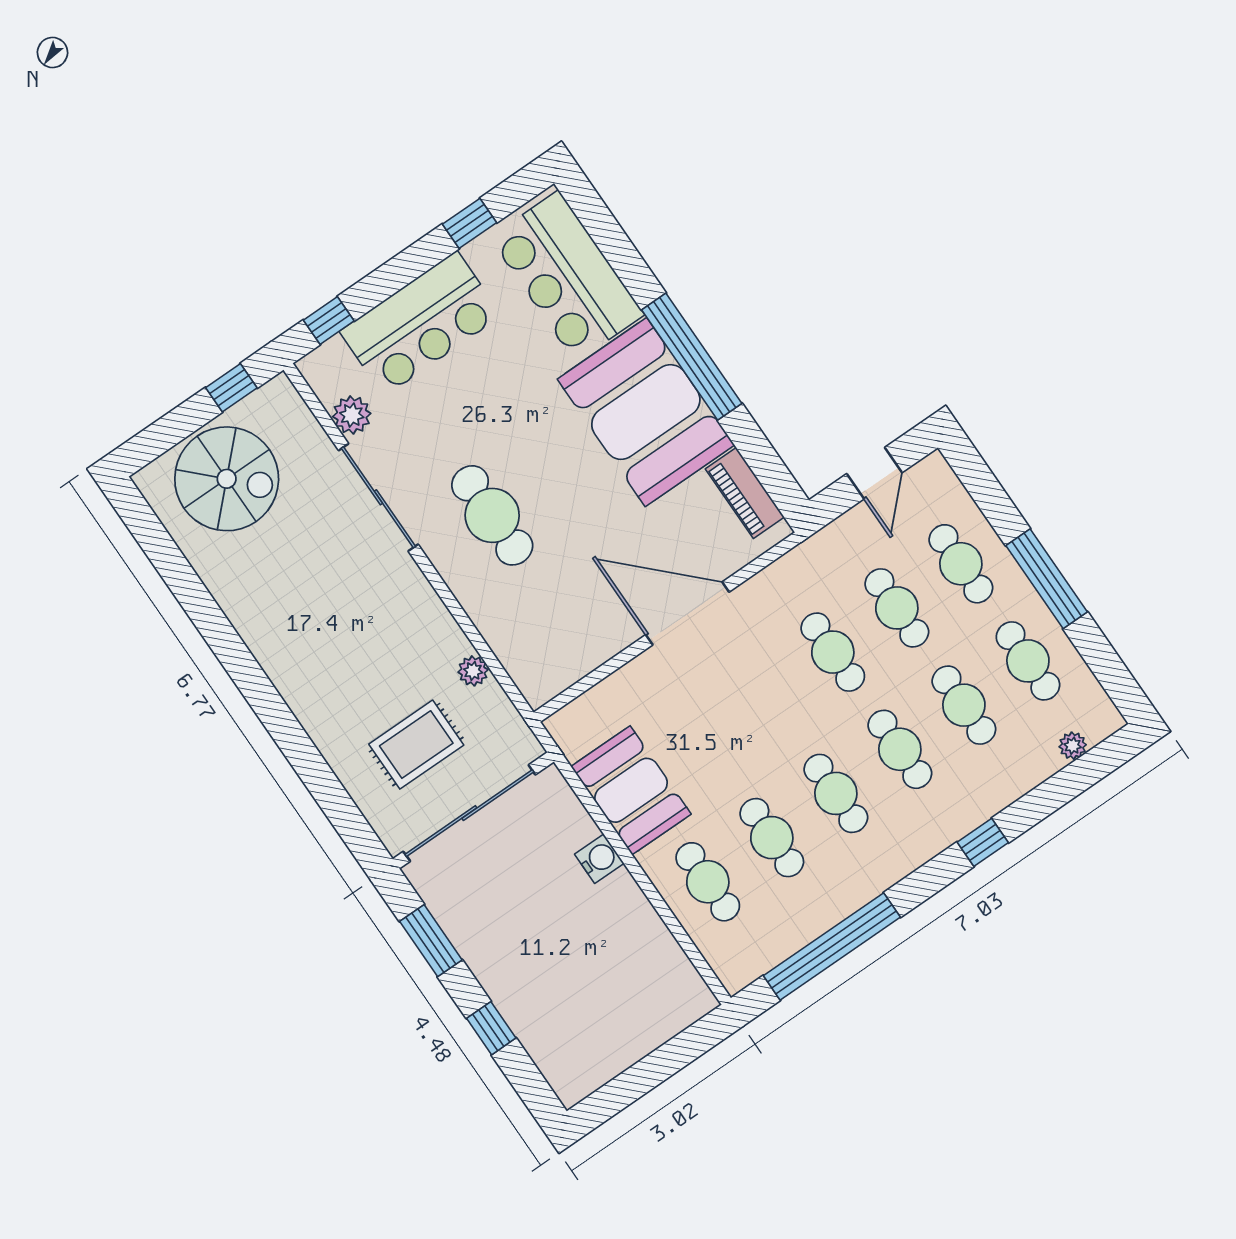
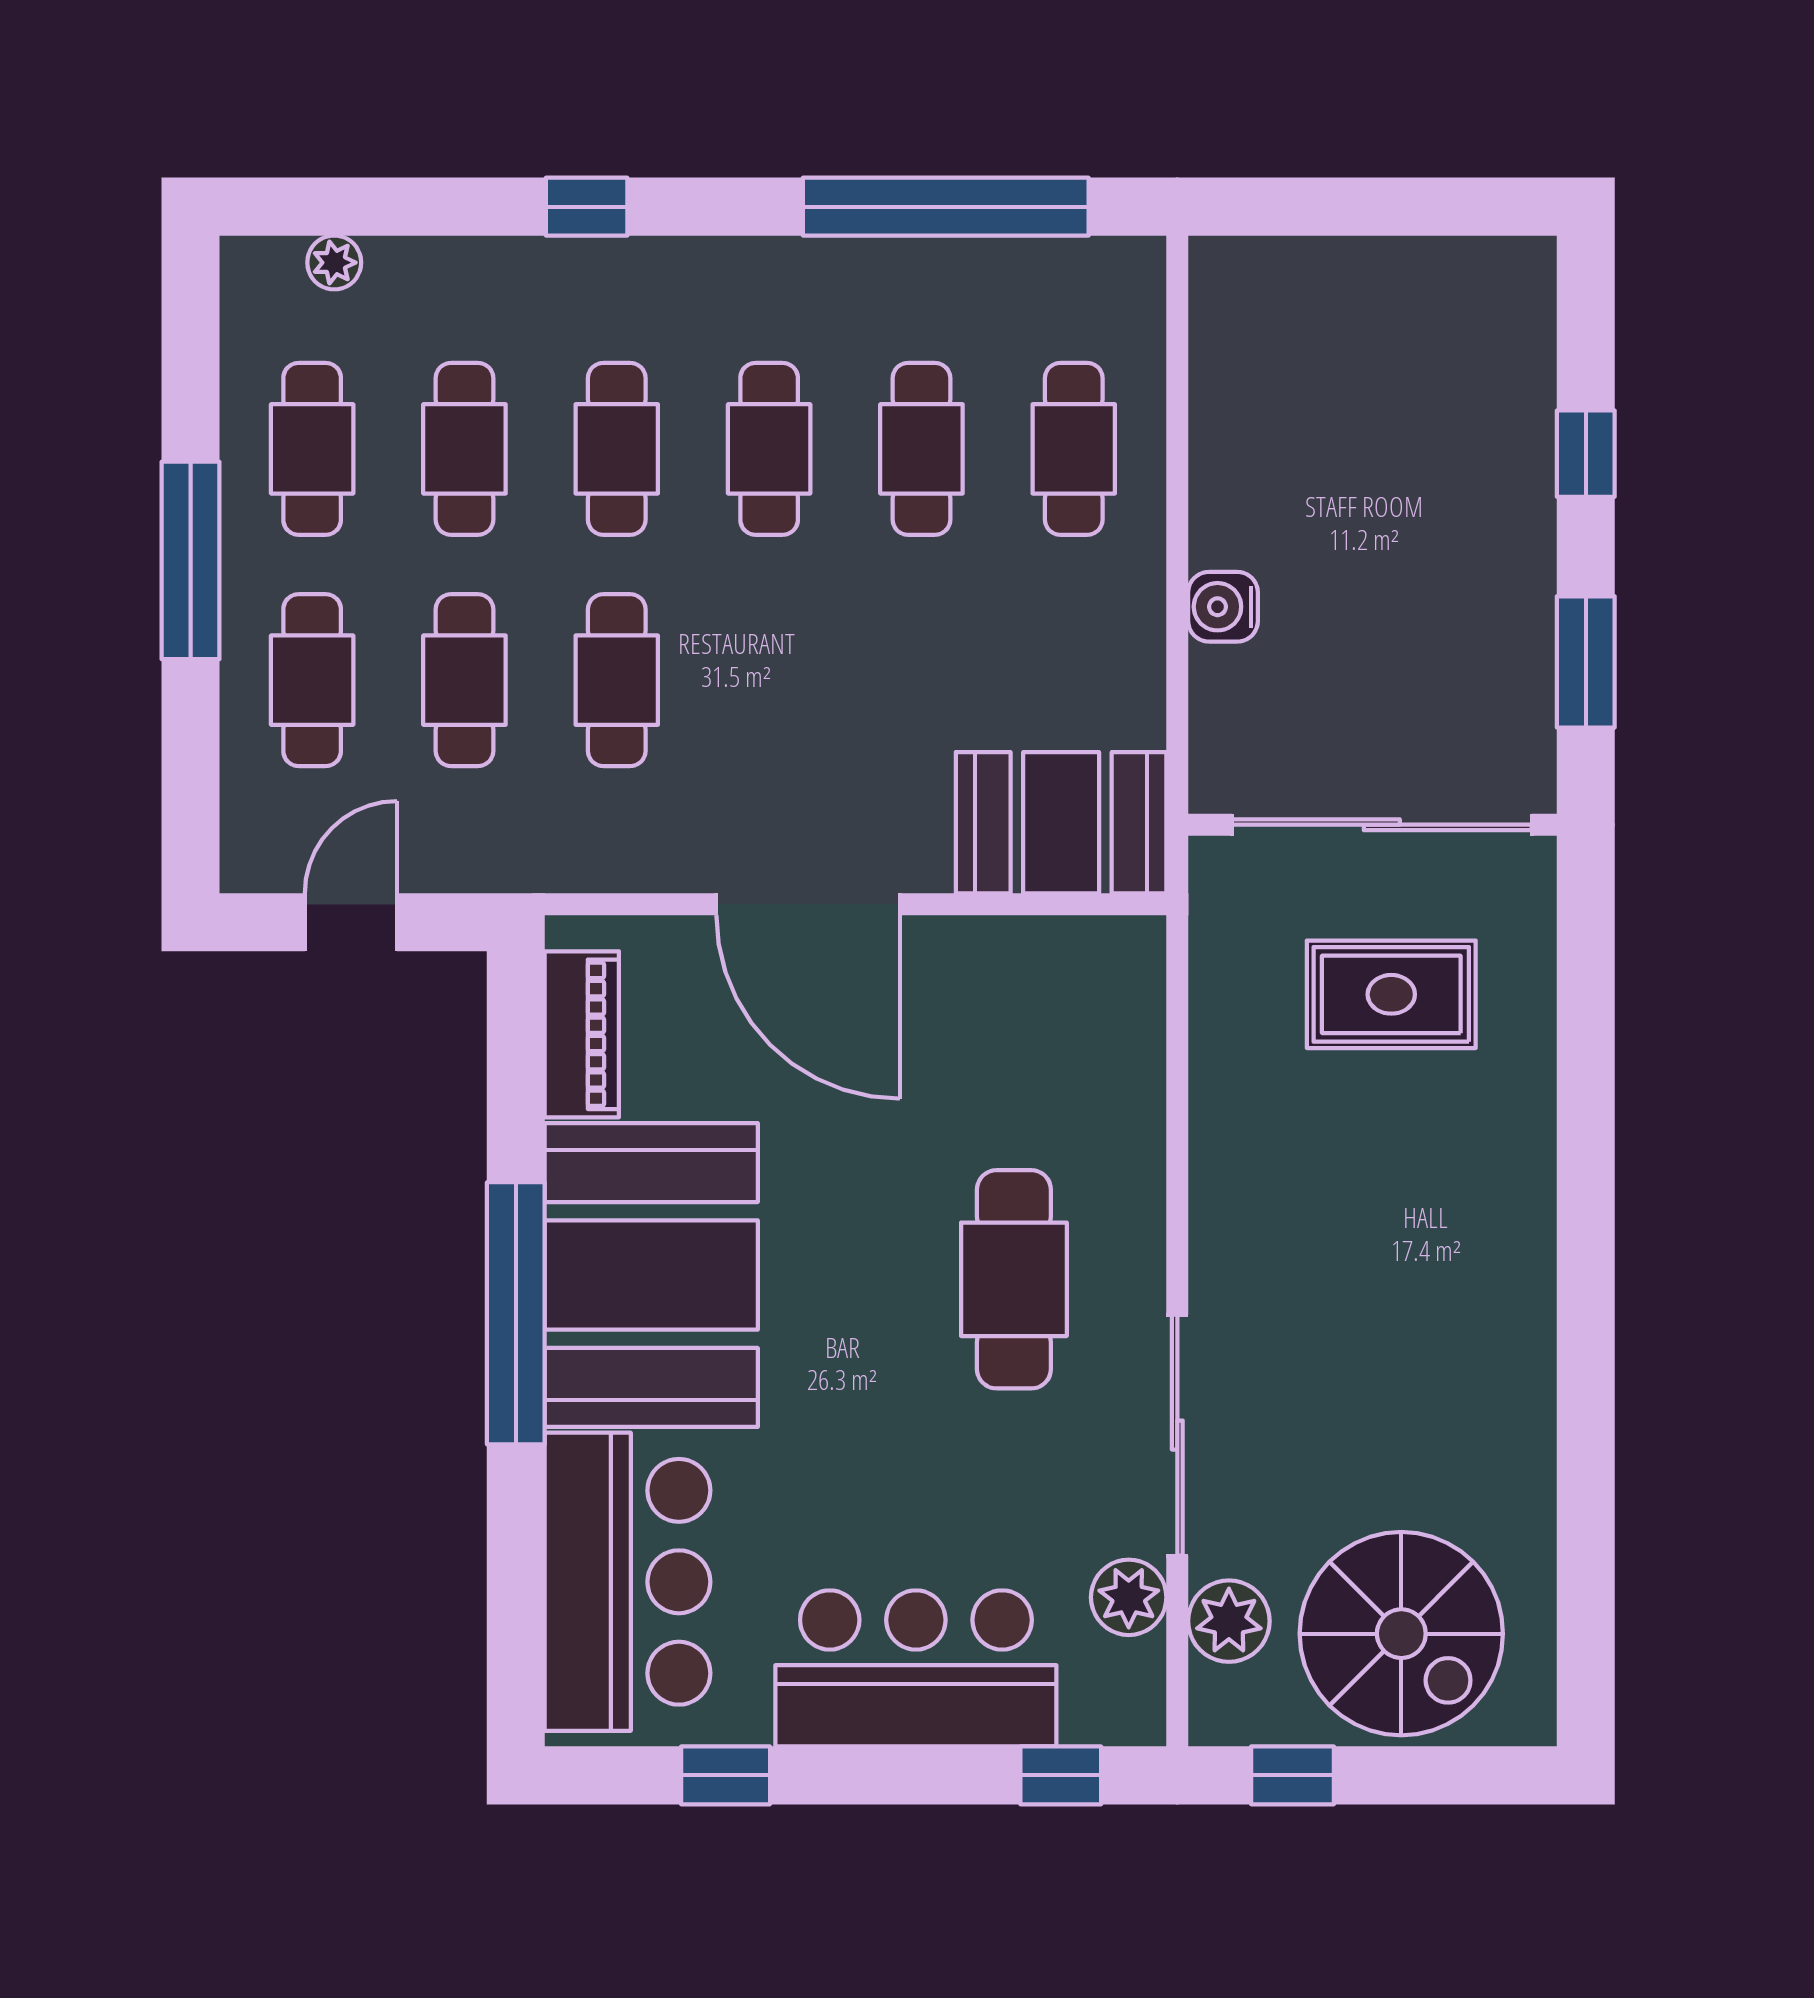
spiral stairs: (227, 479) -> (1401, 1634), turned 180
plant: (473, 671) -> (1229, 1621), moved, width x1.38, depth x1.38
booth: (631, 790) -> (1061, 823), moved, turned 90

